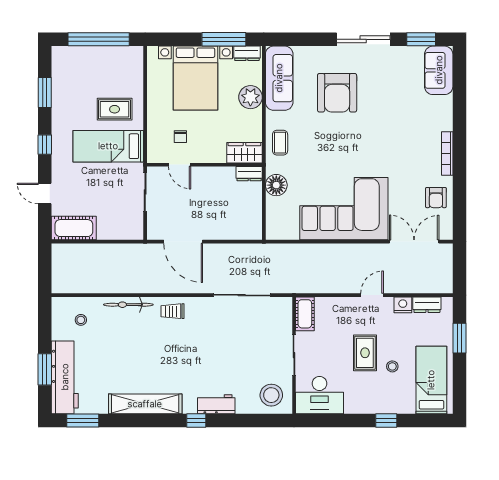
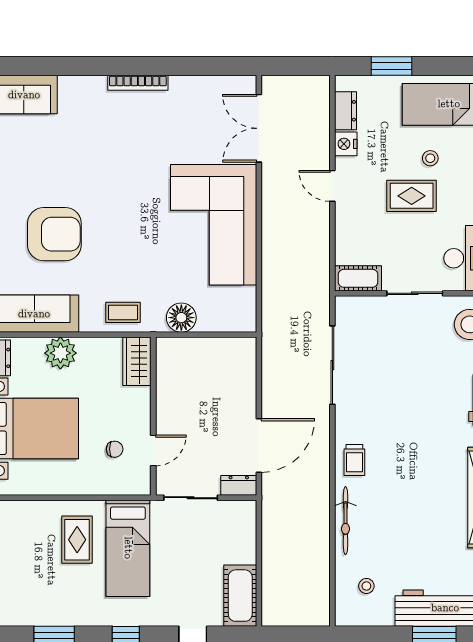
dresser: (249, 174) -> (239, 485), moved, turned -90
armchair: (436, 198) -> (198, 98), removed

